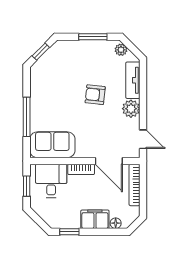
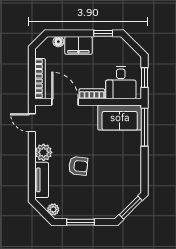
window: (41, 52) -> (131, 208), width x1.50
window: (27, 117) -> (145, 127), moved

